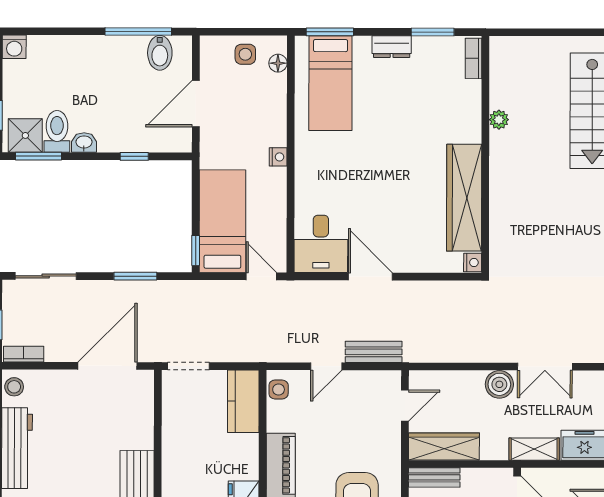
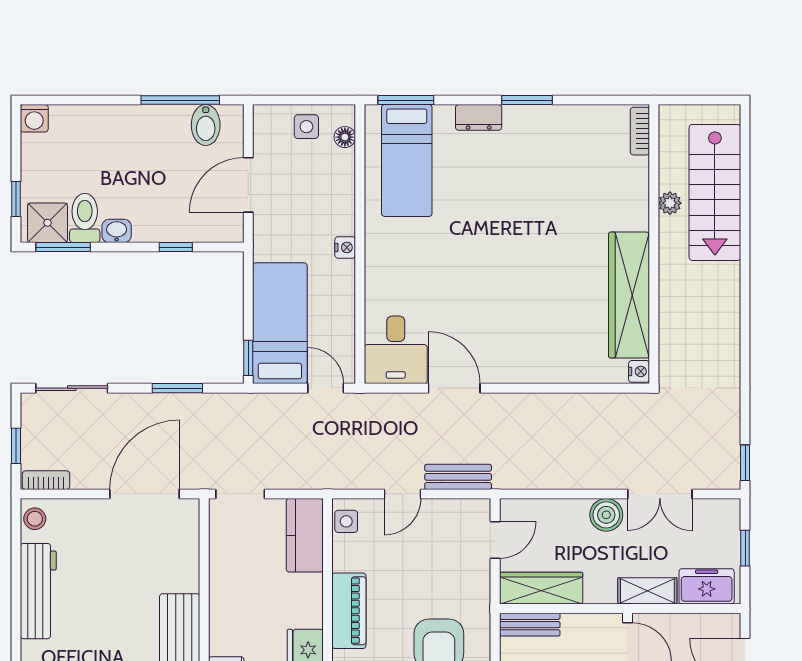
bookcase: (474, 58) -> (640, 131), moved
plant: (499, 120) -> (670, 203), moved
wall: (485, 154) -> (654, 244), moved
wardrobe: (464, 198) -> (629, 295), moved
nightstand: (473, 262) -> (639, 371), moved

